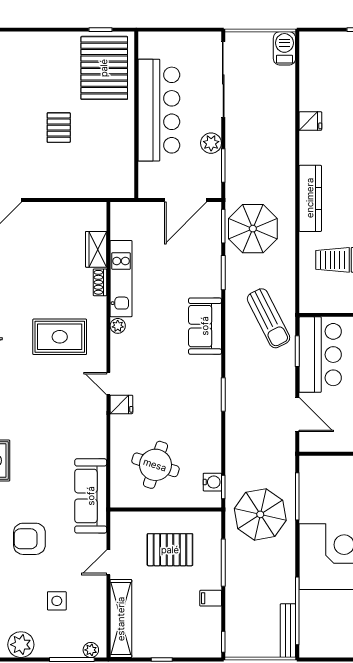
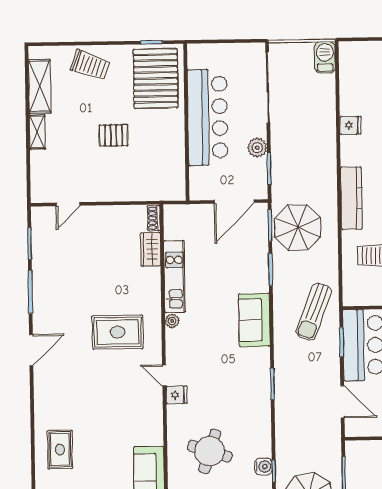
trolley: (35, 53) -> (90, 65), added
pallet: (59, 128) -> (114, 135), turned 90
shoe rack: (100, 282) -> (154, 218), moved
sun lounger: (269, 318) -> (314, 312), turned 48

